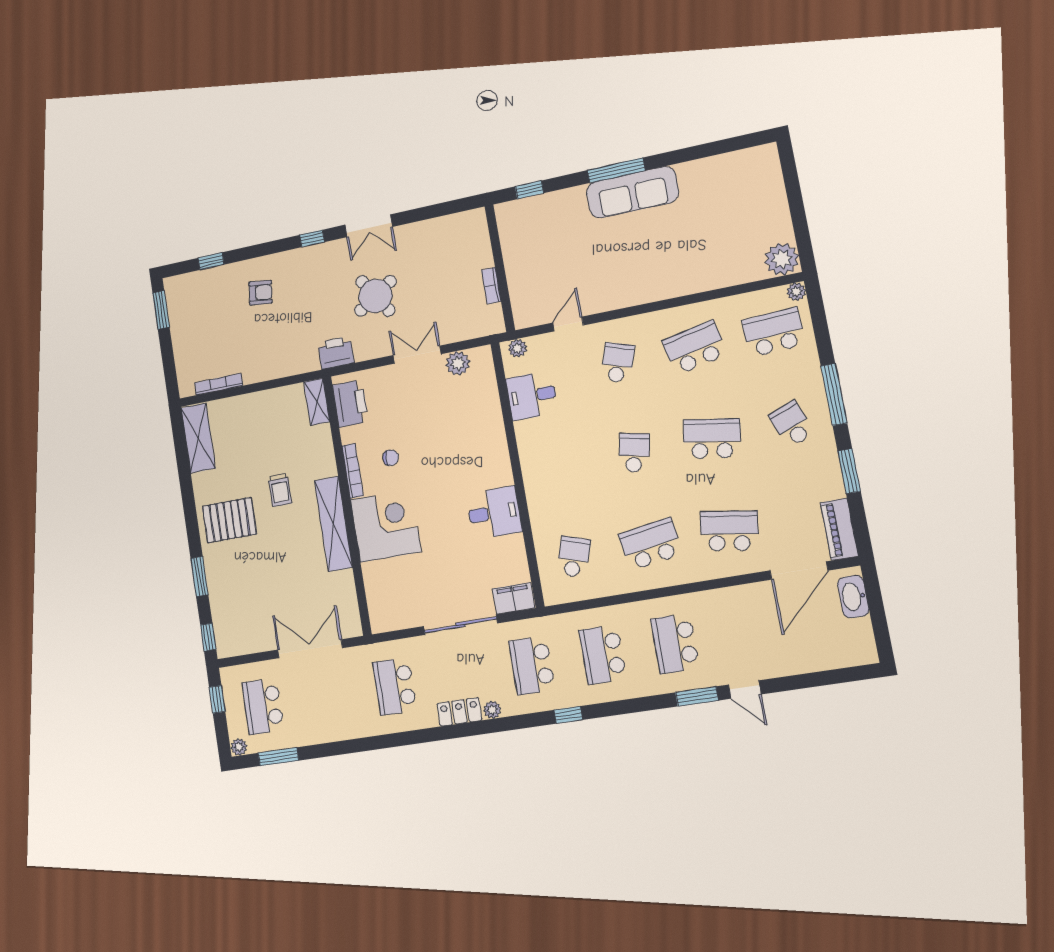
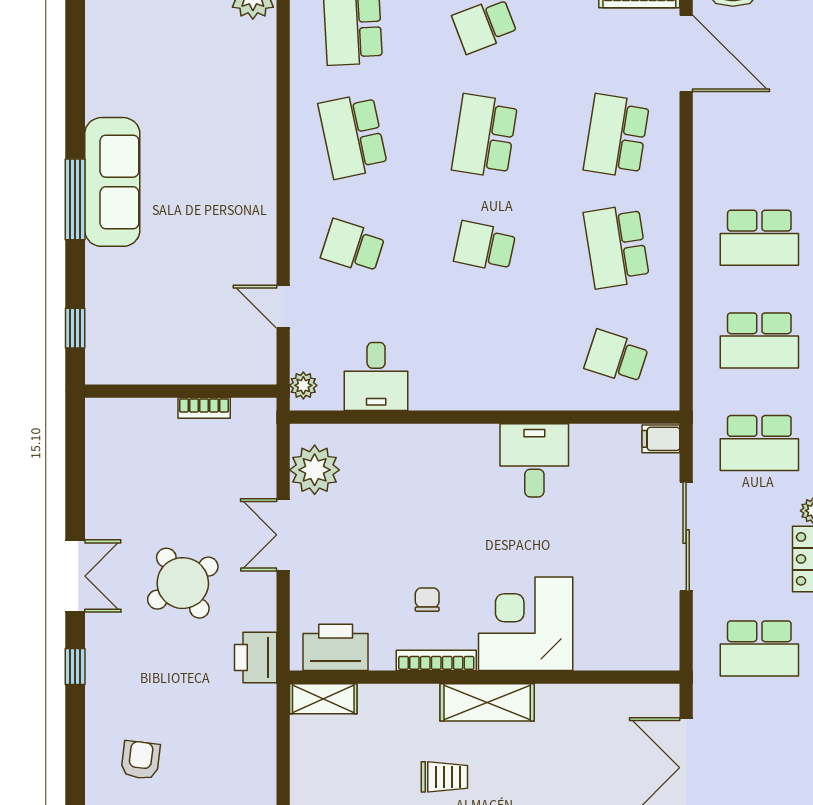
plant: (458, 363) -> (315, 470), width x1.36, depth x1.36
shelving: (333, 524) -> (487, 702), width x0.68
filing cabinet: (514, 598) -> (661, 439), width x0.50

